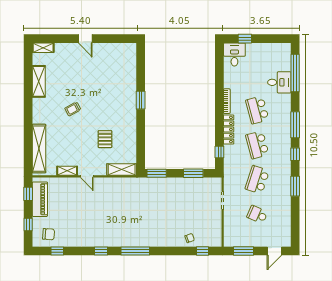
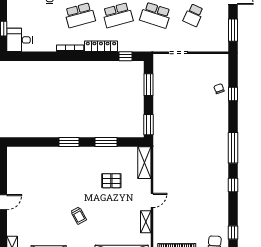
window: (141, 134) -> (106, 142), added
window: (202, 251) -> (233, 94), moved

